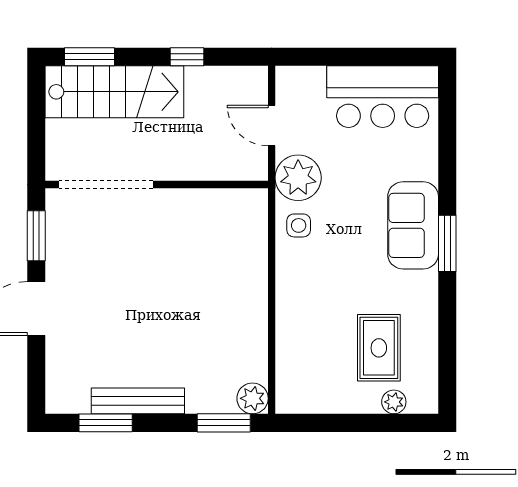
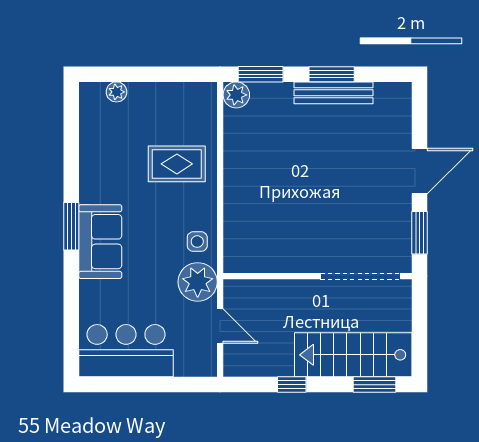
rug: (379, 348) -> (177, 164), moved, turned 90
window: (106, 423) -> (332, 74), moved

